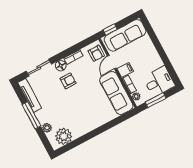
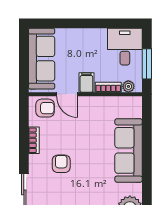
window: (110, 29) -> (24, 74), removed
floor lamp: (61, 66) -> (36, 163), removed
sofa: (116, 93) -> (129, 150), moved, turned 90

